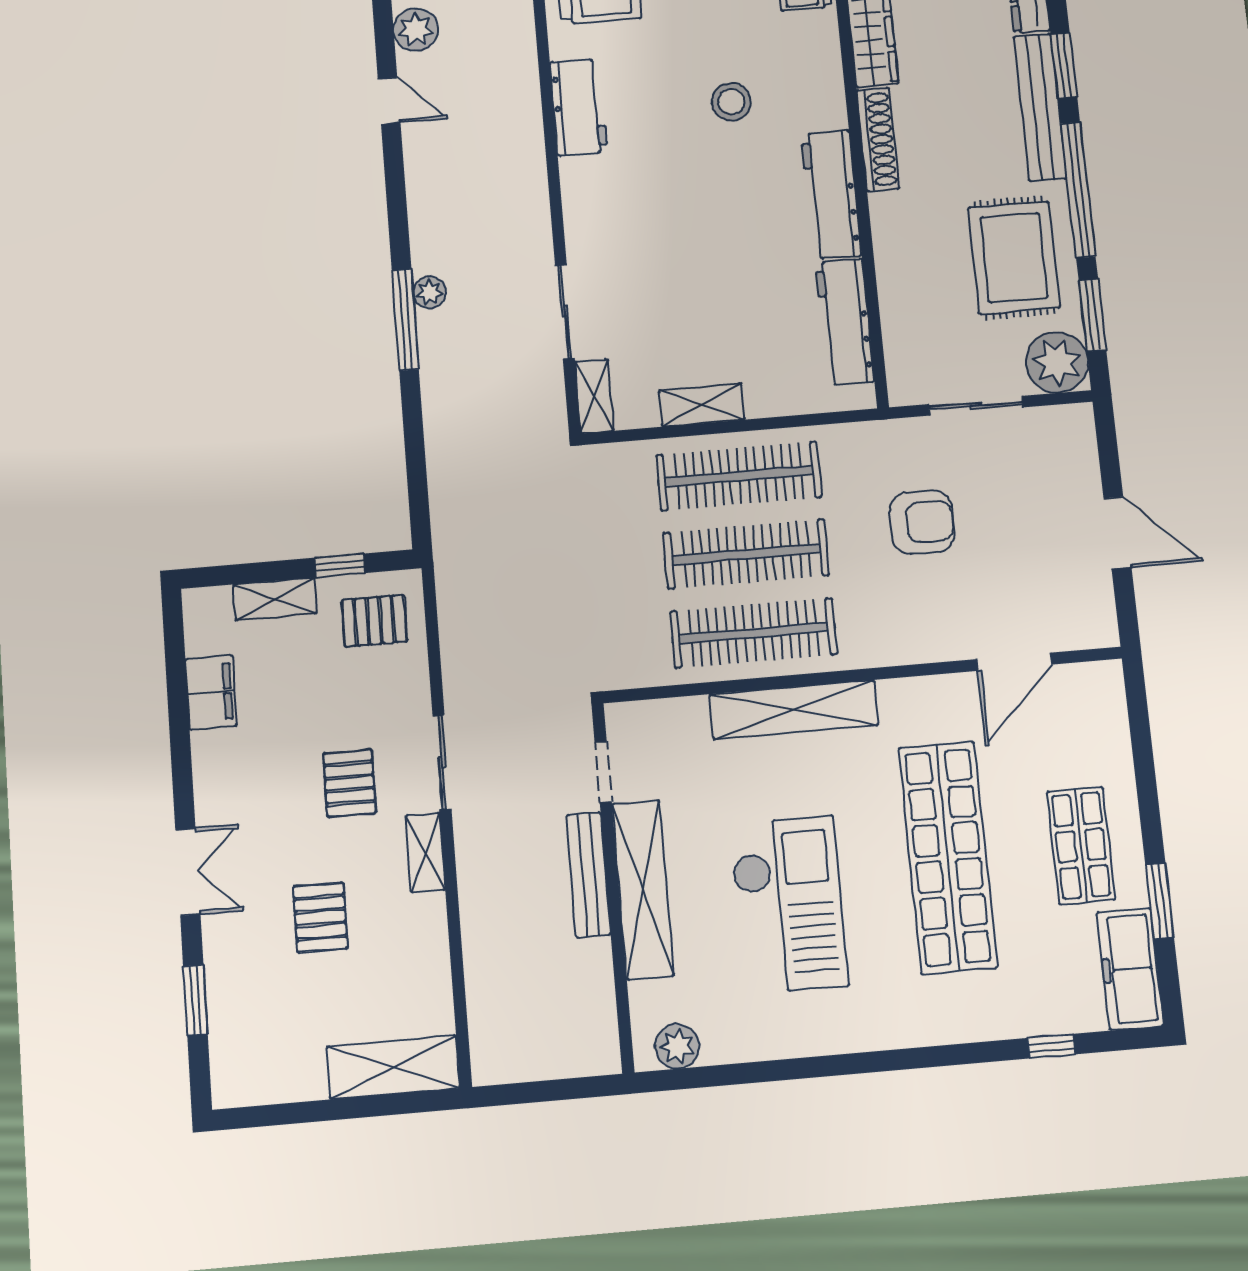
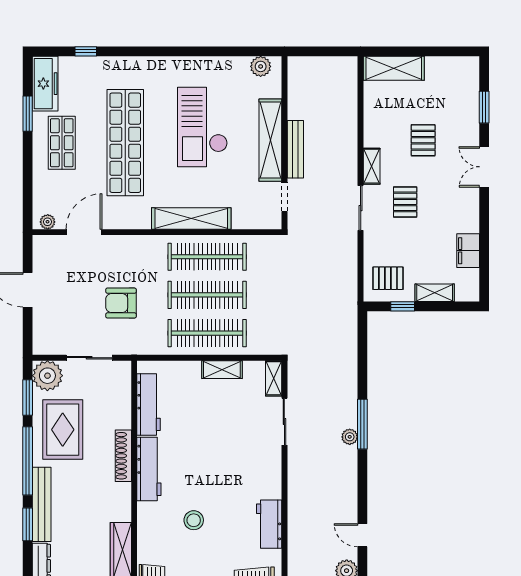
shoe rack: (878, 139) -> (123, 456), moved
plant: (1092, 677) -> (48, 222), added

